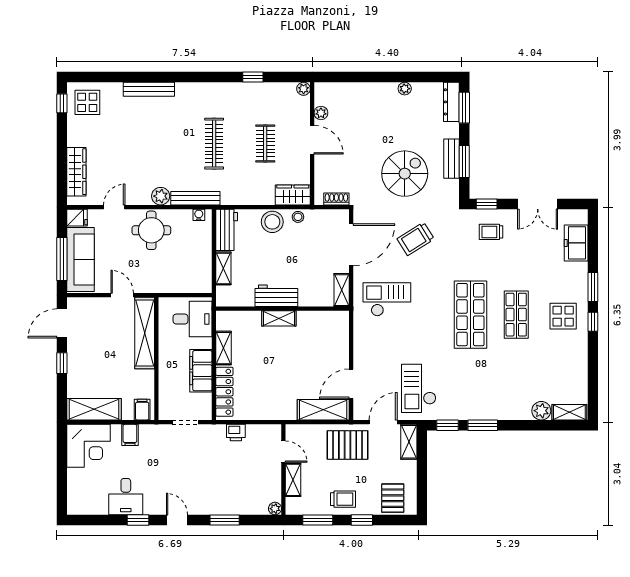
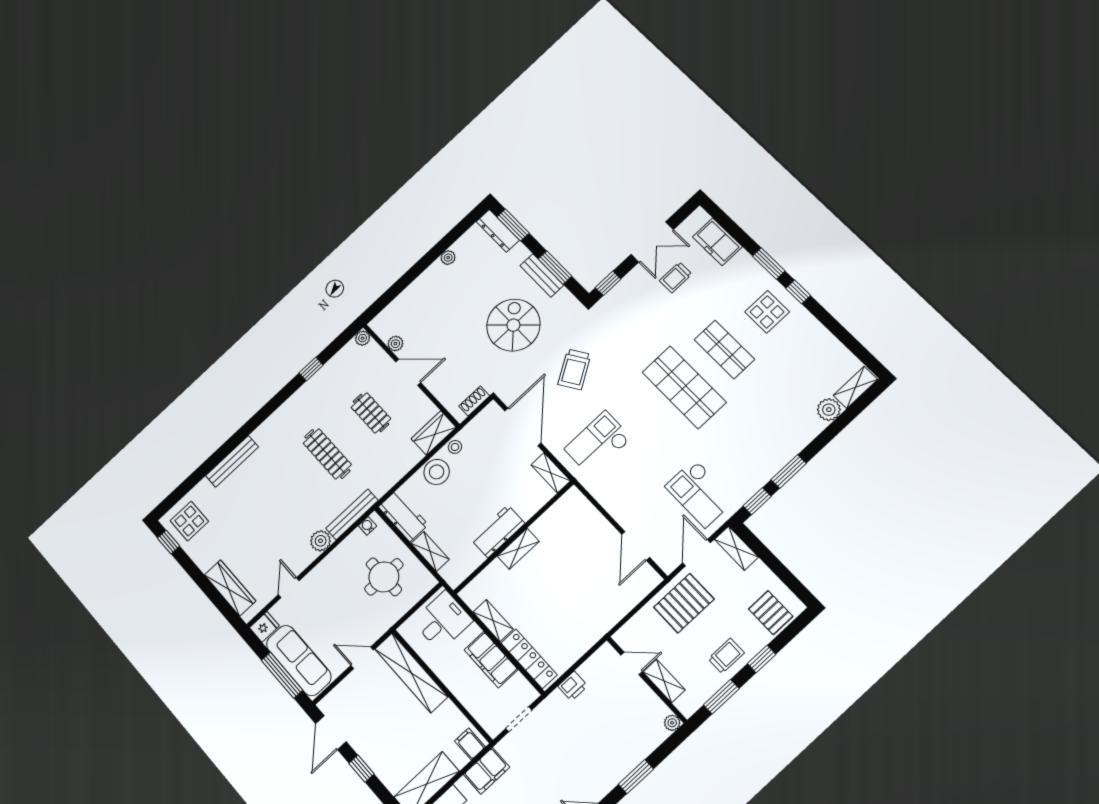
round table: (151, 230) -> (384, 577), moved
trolley: (491, 232) -> (676, 277), moved
shelving: (323, 410) -> (632, 592), removed
filing cabinet: (130, 435) -> (487, 771), width x2.00

